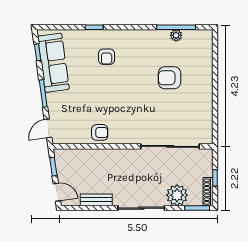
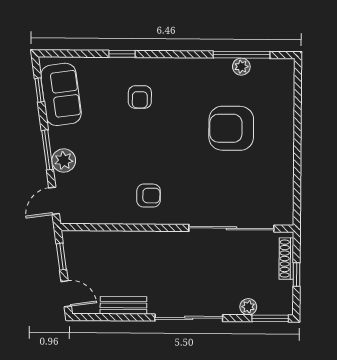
sofa: (53, 63) -> (61, 94), width x0.73
armchair: (169, 78) -> (231, 128), width x1.36, depth x1.36
plant: (55, 101) -> (64, 161), added
armchair: (100, 132) -> (149, 196), moved
shoe rack: (208, 192) -> (286, 259), moved
plant: (177, 195) -> (248, 307), width x0.53, depth x0.53

